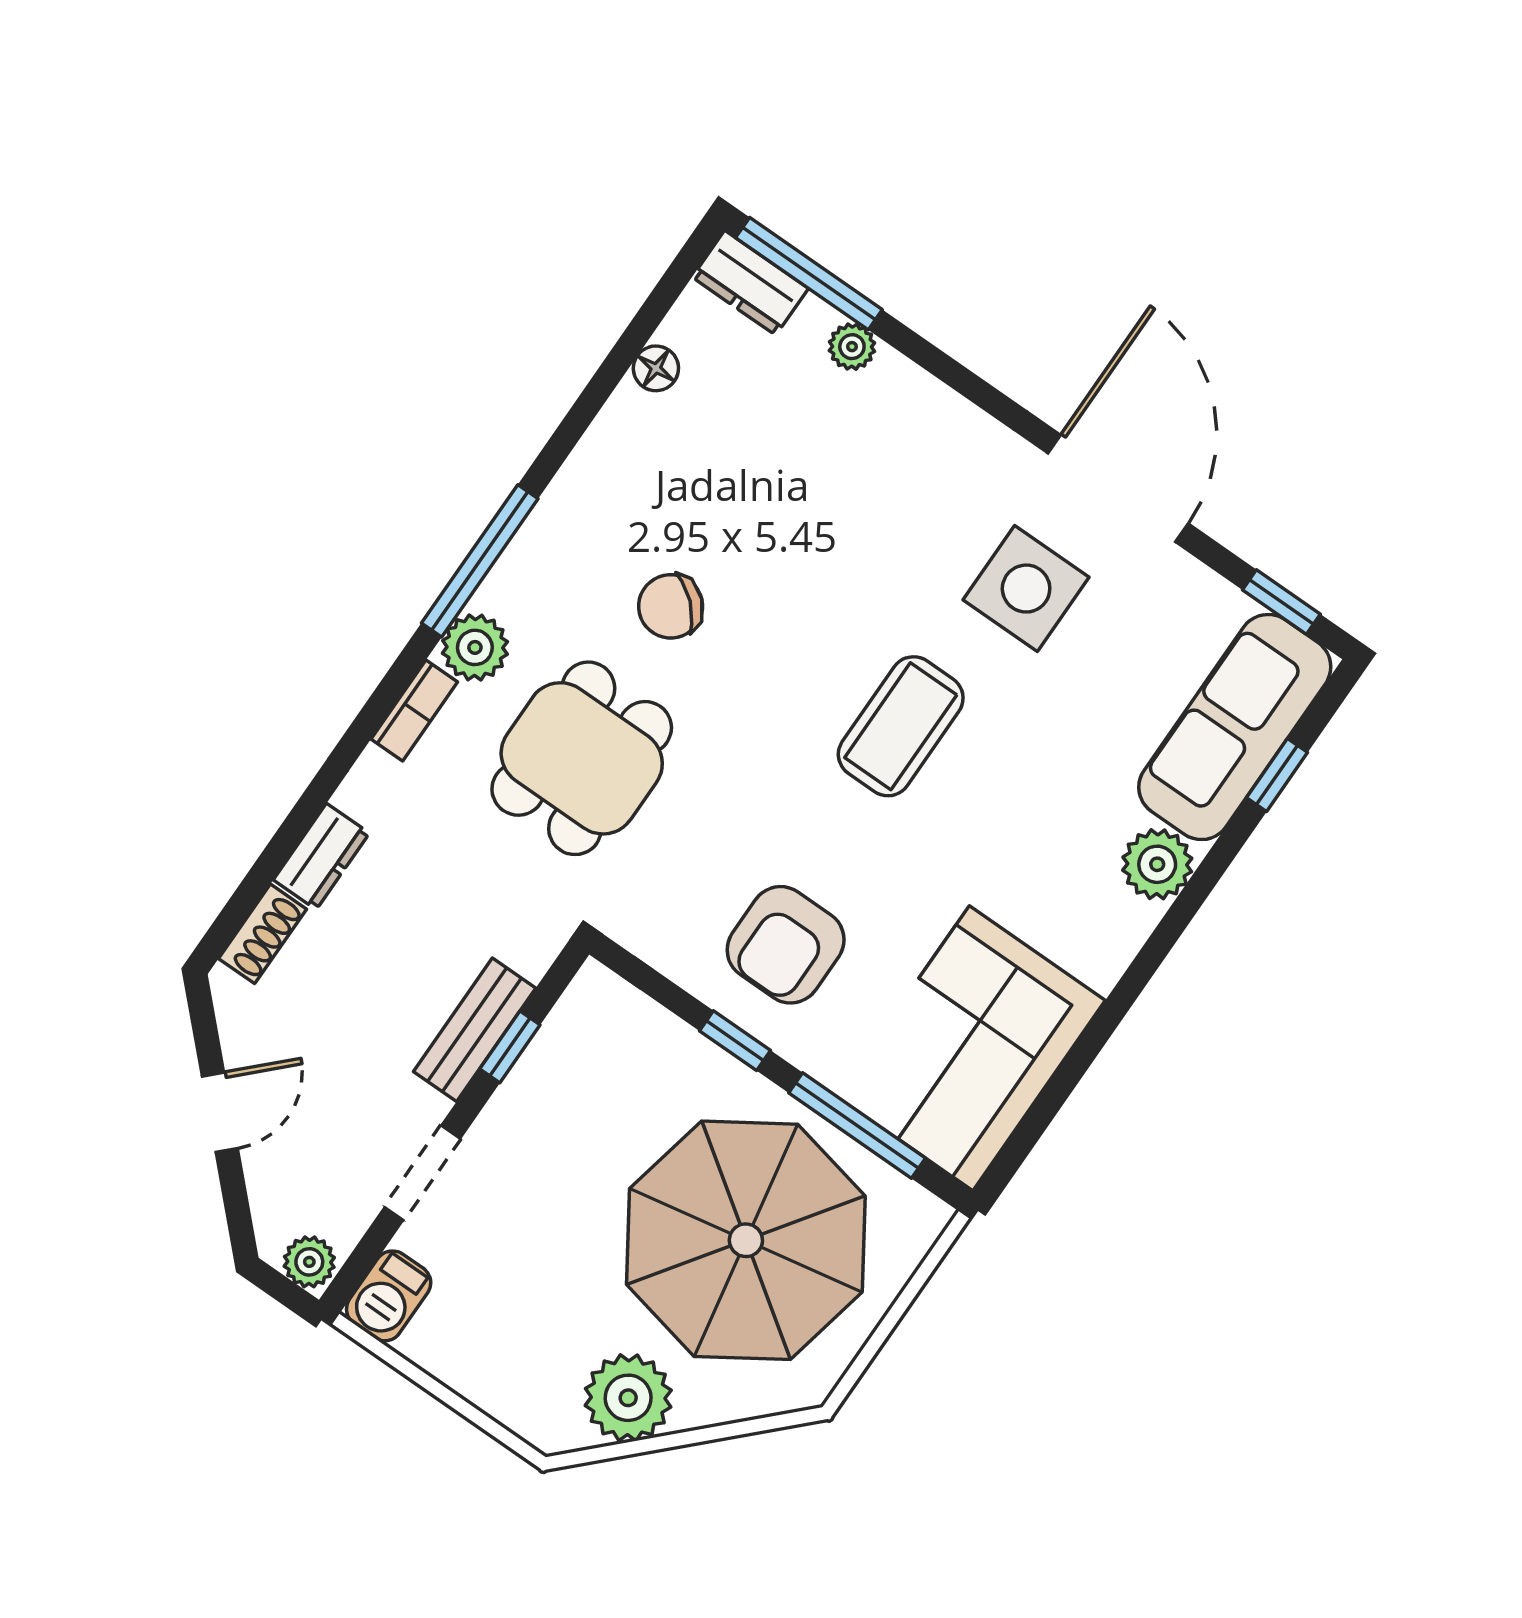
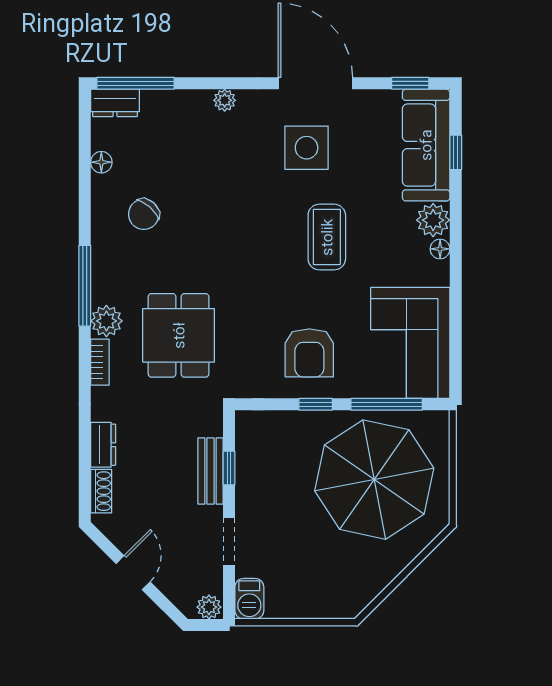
plant: (852, 347) -> (225, 100), moved
chair: (671, 606) -> (144, 214), moved
coffee table: (901, 726) -> (327, 237), moved
floor lamp: (1135, 922) -> (440, 249), added
plant: (628, 1398) -> (371, 573), removed

